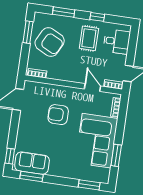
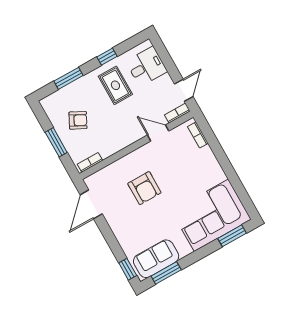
window: (28, 32) -> (56, 142), moved
armchair: (50, 42) -> (78, 120), width x0.53, depth x0.53
armchair: (58, 115) -> (144, 188), turned -90
corner sofa: (97, 141) -> (211, 215), moved, turned 90
window: (116, 155) -> (237, 184), removed

